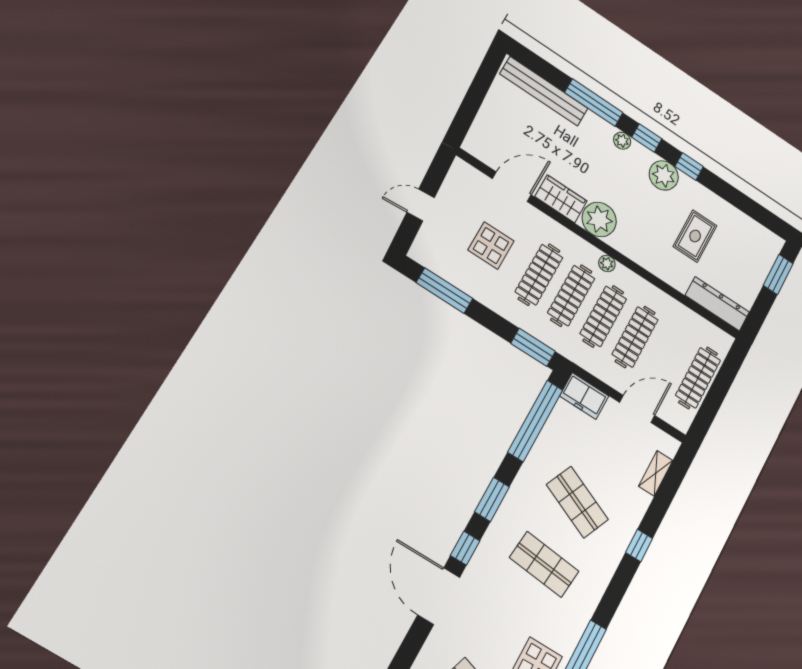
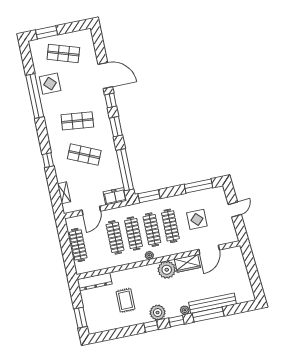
bench: (544, 91) -> (213, 303), moved

